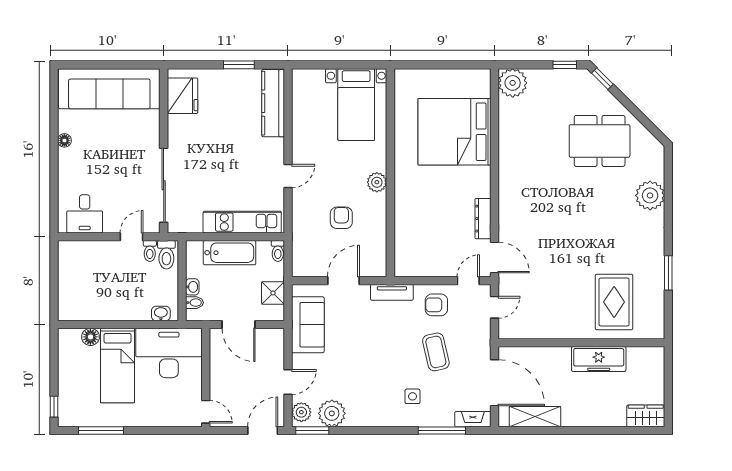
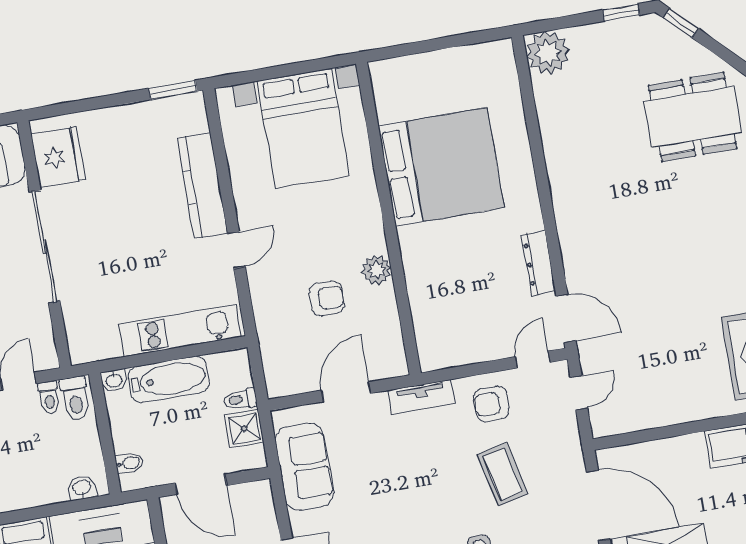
window: (239, 65) -> (173, 90), moved
kitchen counter: (273, 103) -> (202, 186), moved
bed with nightstands: (356, 105) -> (303, 128), width x1.36
bed: (455, 132) -> (441, 167), moved, turned 180
plant: (377, 182) -> (377, 270), moved
sliding door: (164, 185) -> (45, 247), moved
armchair: (341, 218) -> (327, 298), turned 90
toilet: (278, 251) -> (240, 399), moved, turned 90
washbasin: (192, 287) -> (114, 380), moved, turned 90

